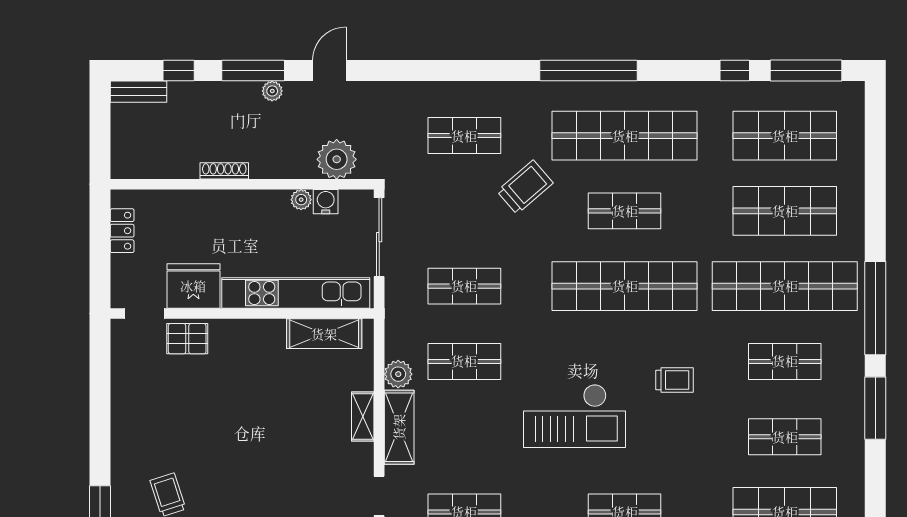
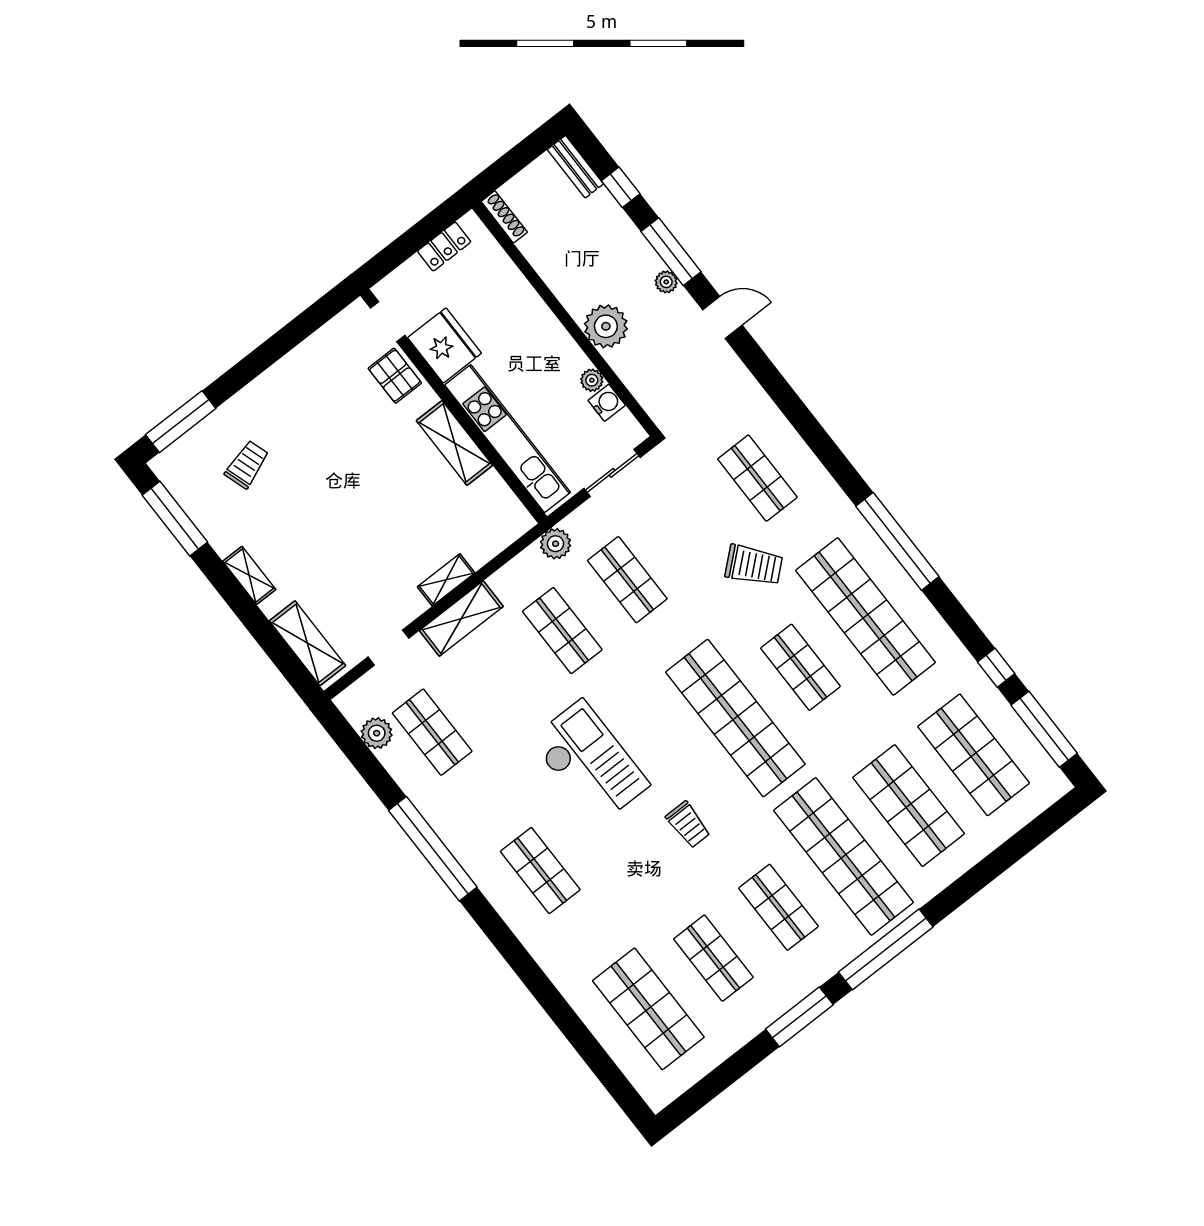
plant: (337, 159) -> (606, 326), moved
shoe rack: (224, 171) -> (504, 217), moved
sliding door: (379, 237) -> (612, 473), width x0.73
shelving: (324, 334) -> (454, 443), moved
plant: (398, 374) -> (556, 544), moved
checkout: (575, 416) -> (590, 762), turned 180

